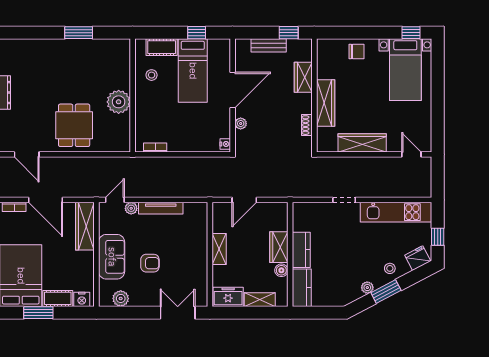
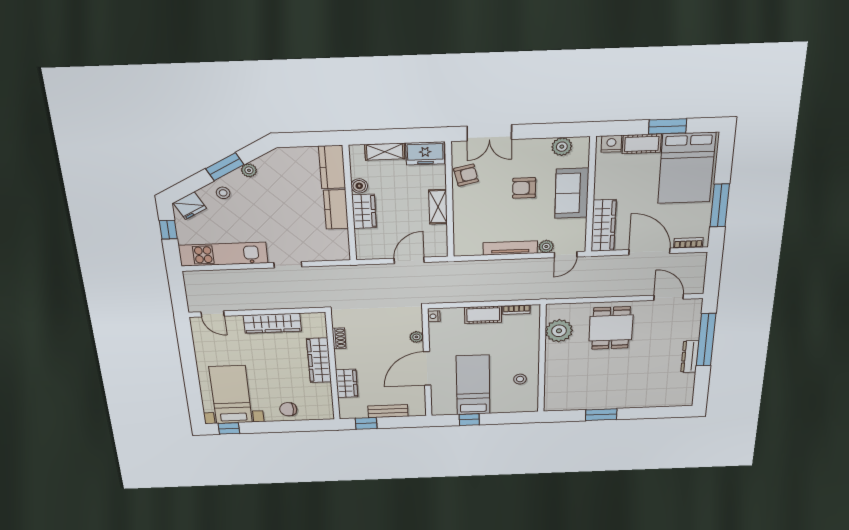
cot: (162, 47) -> (483, 315), moved
plant: (119, 102) -> (559, 331), moved
armchair: (196, 277) -> (466, 175), added

